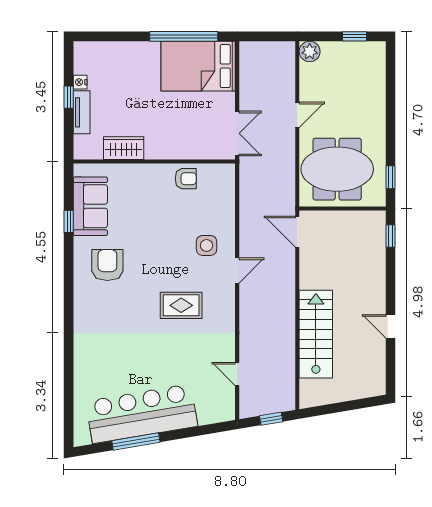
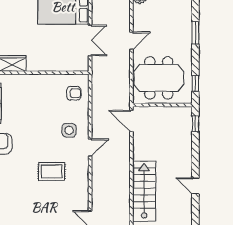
window: (391, 104) -> (195, 33), added
double door: (237, 133) -> (90, 40), moved
armchair: (186, 179) -> (74, 93), moved

